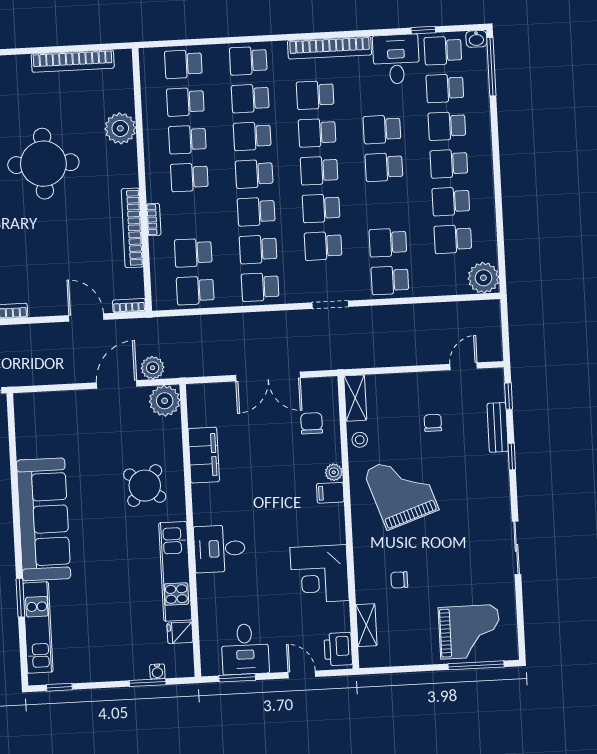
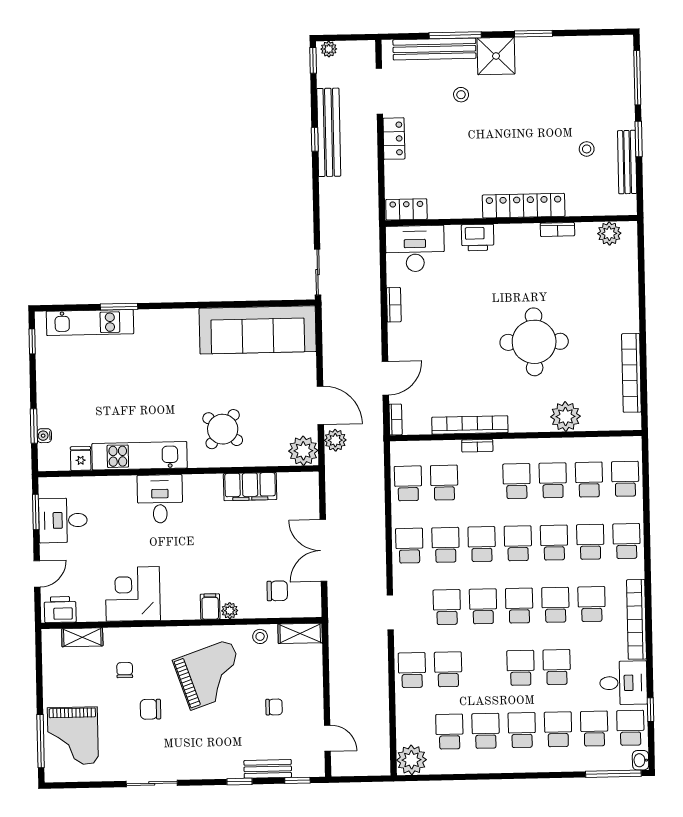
sofa: (44, 519) -> (258, 330), moved
chair: (439, 552) -> (150, 709), added

